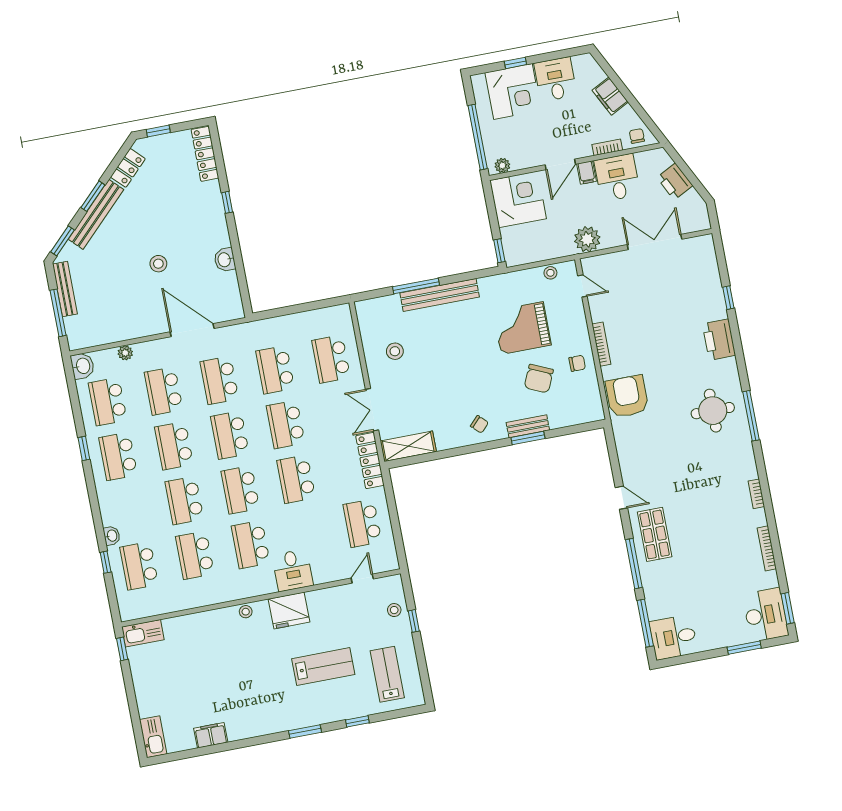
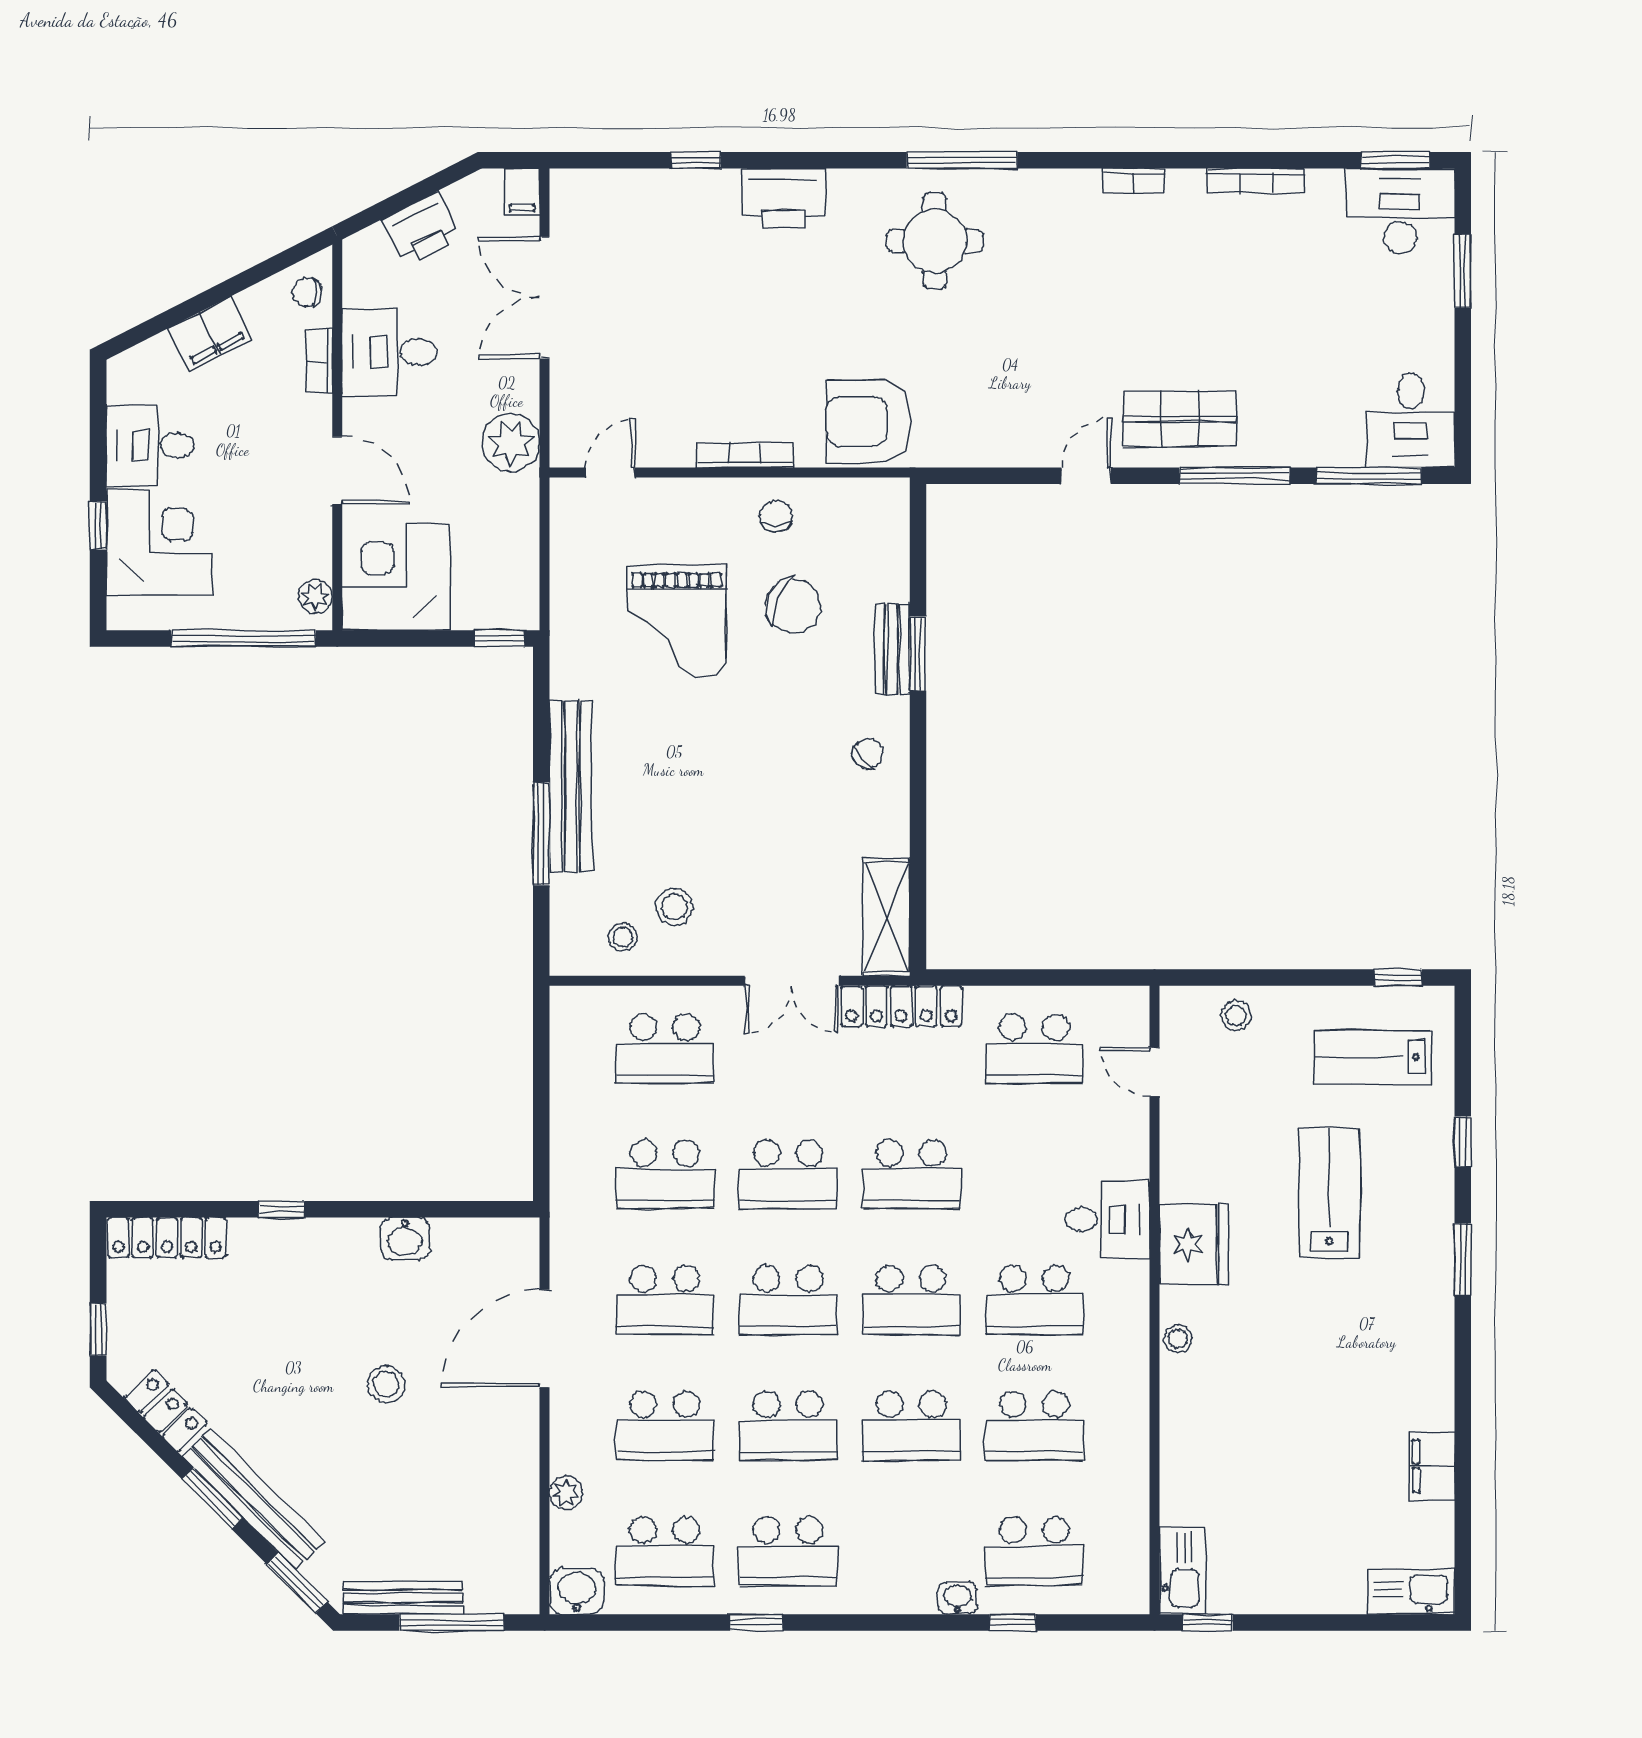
filing cabinet: (586, 173) -> (522, 192), moved, turned 90
stool: (550, 273) -> (623, 937), moved
window: (414, 621) -> (1398, 978), moved

